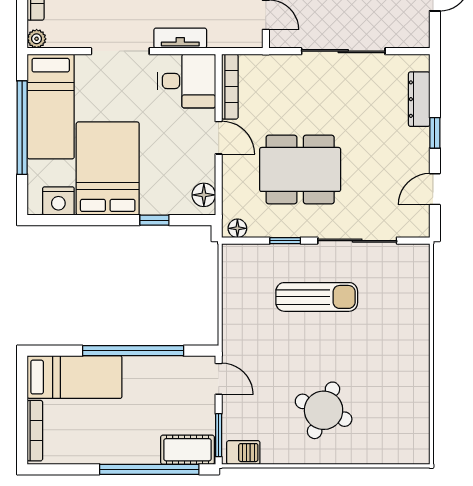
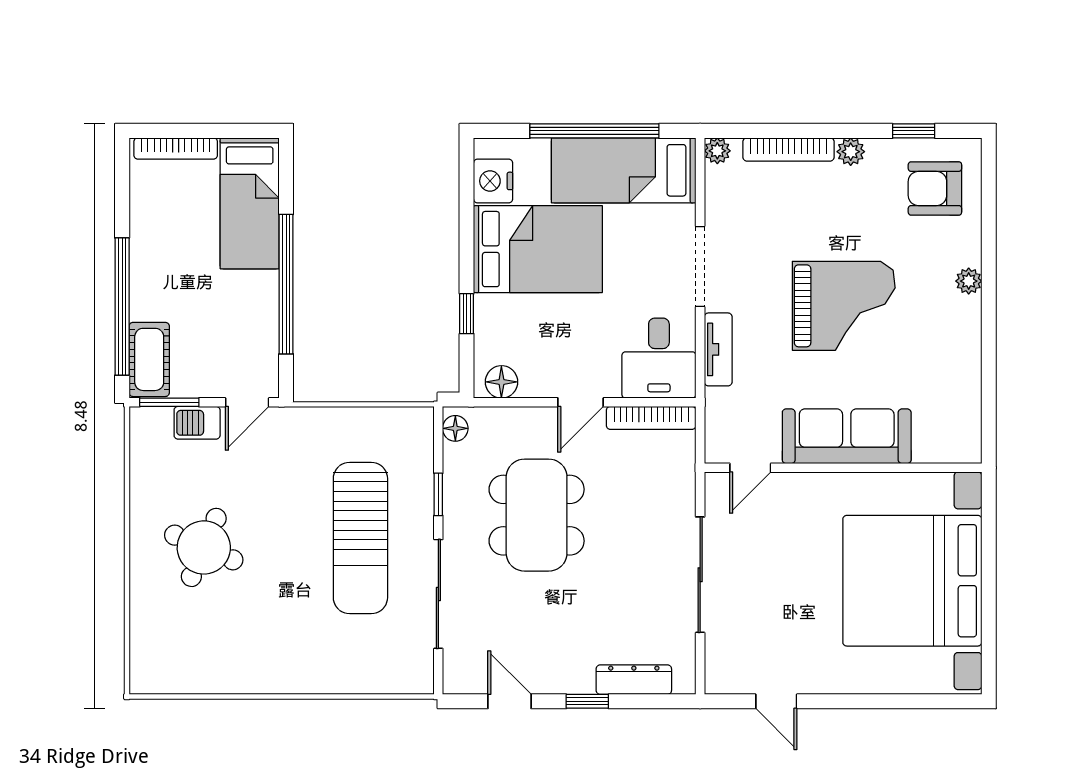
sun lounger: (317, 297) -> (360, 538), width x1.36, depth x1.34
barbecue: (243, 453) -> (197, 423), moved, turned 90

